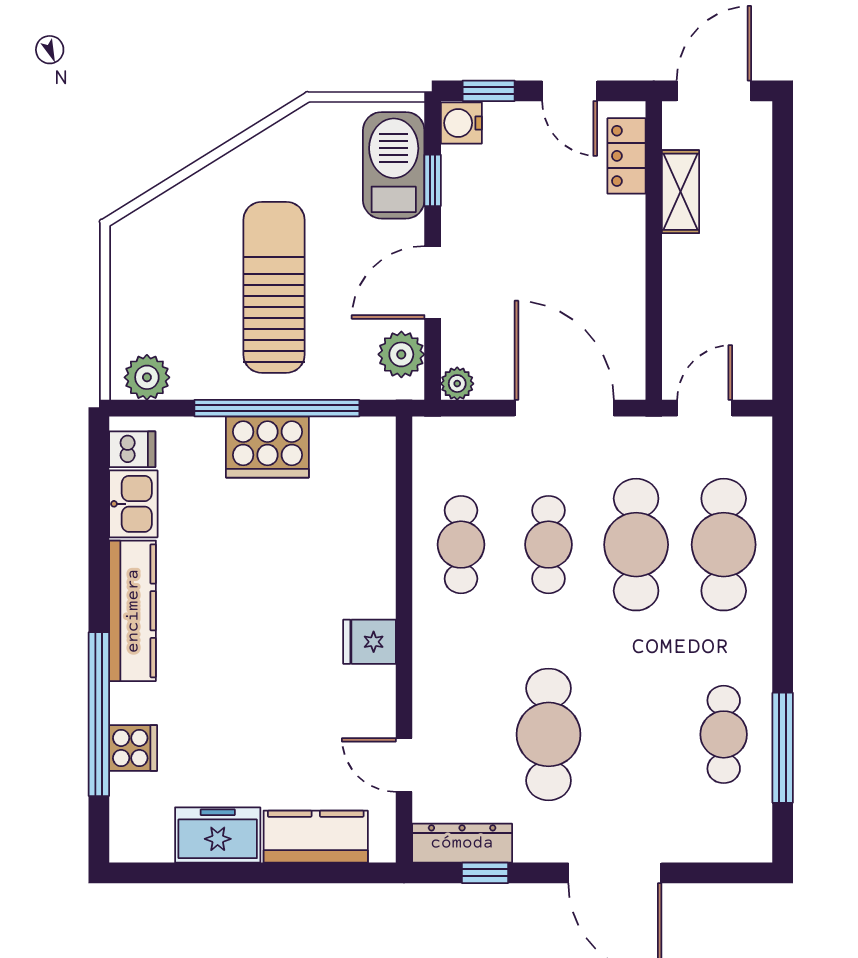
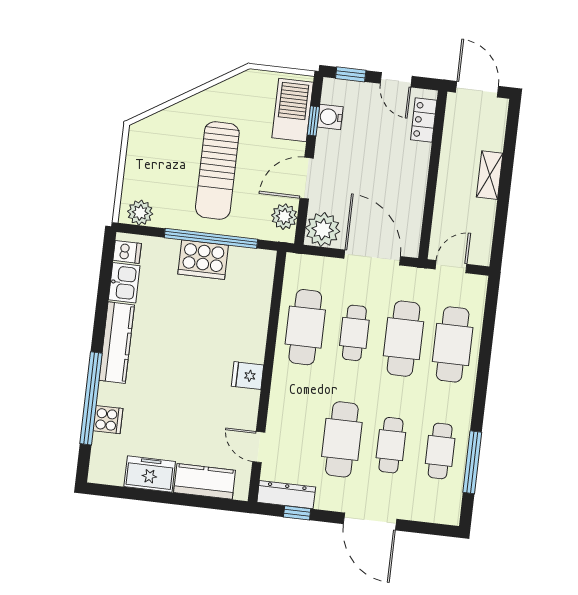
door: (714, 91) -> (477, 89), hinge flipped
water cooler: (461, 123) -> (330, 117), moved
shelving: (681, 192) -> (490, 175), moved
sun lounger: (274, 287) -> (217, 171), turned 180
plant: (457, 384) -> (323, 229), width x1.88, depth x1.88
cafe table: (461, 545) -> (305, 327), width x1.37, depth x1.35
cafe table: (636, 734) -> (391, 445), added

